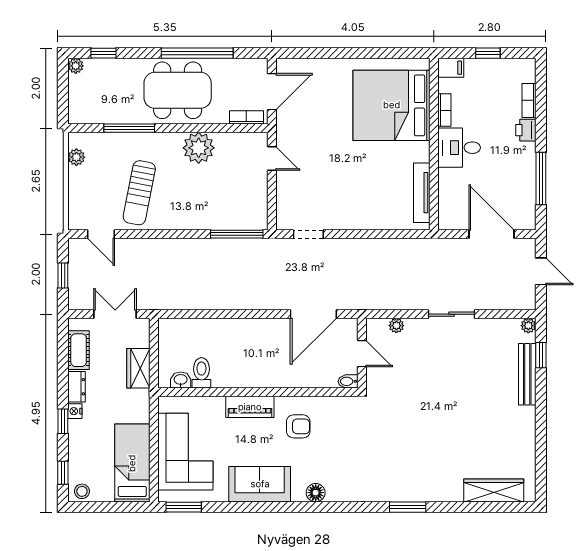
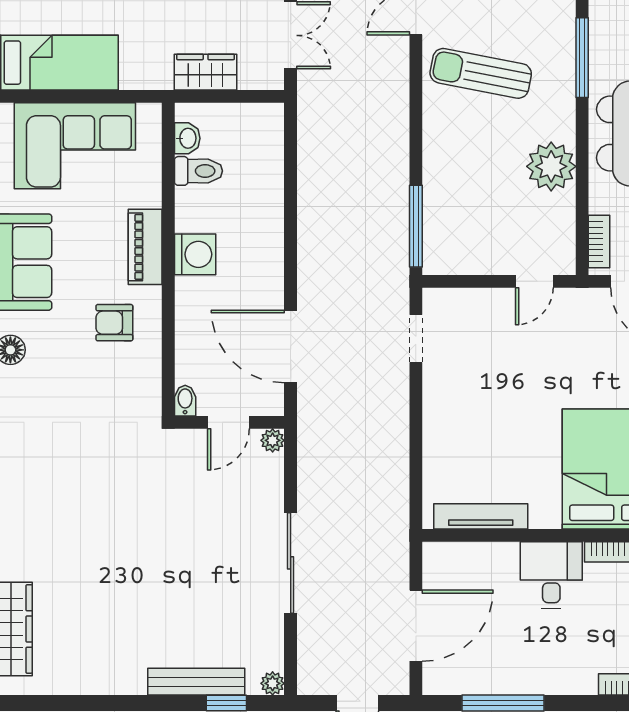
printer: (526, 130) -> (579, 679), removed
sliding door: (452, 314) -> (291, 563), width x1.37
plant: (396, 326) -> (273, 440), moved
washing machine: (255, 375) -> (195, 254), added
armchair: (298, 426) -> (114, 323), turned 90

